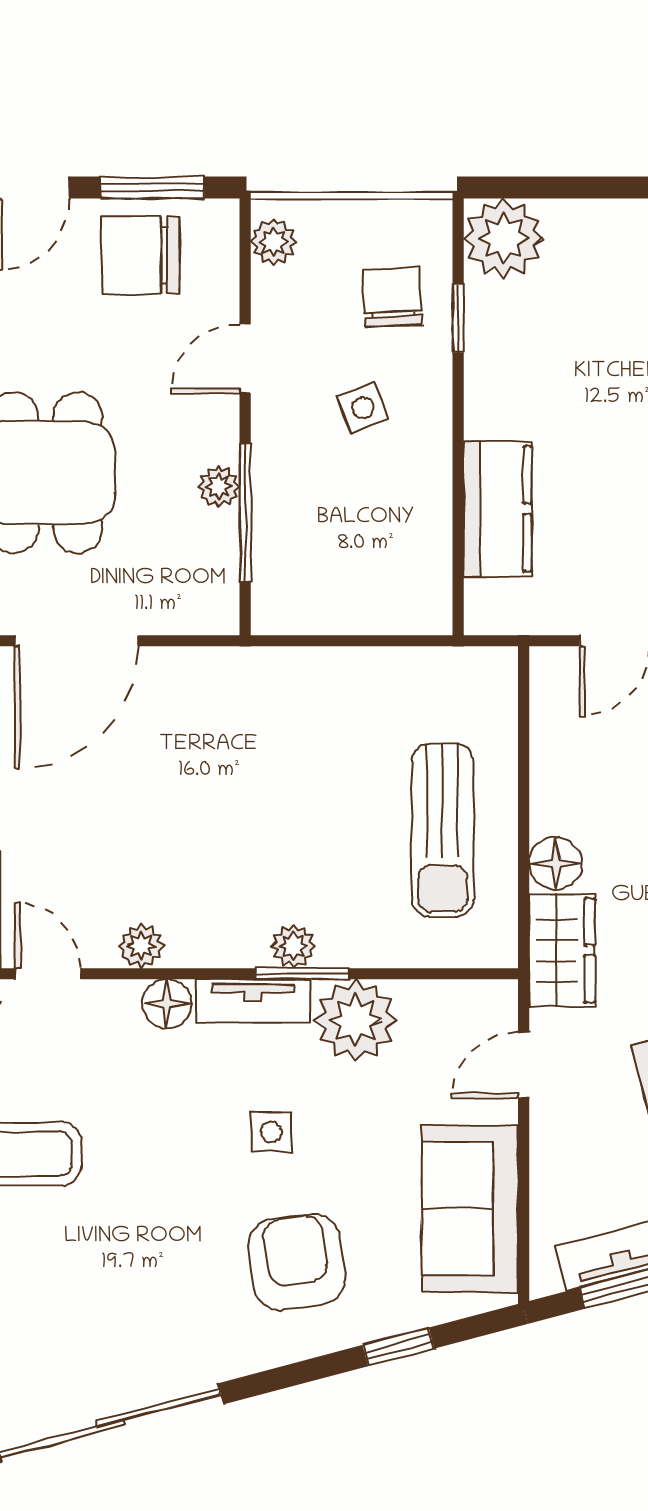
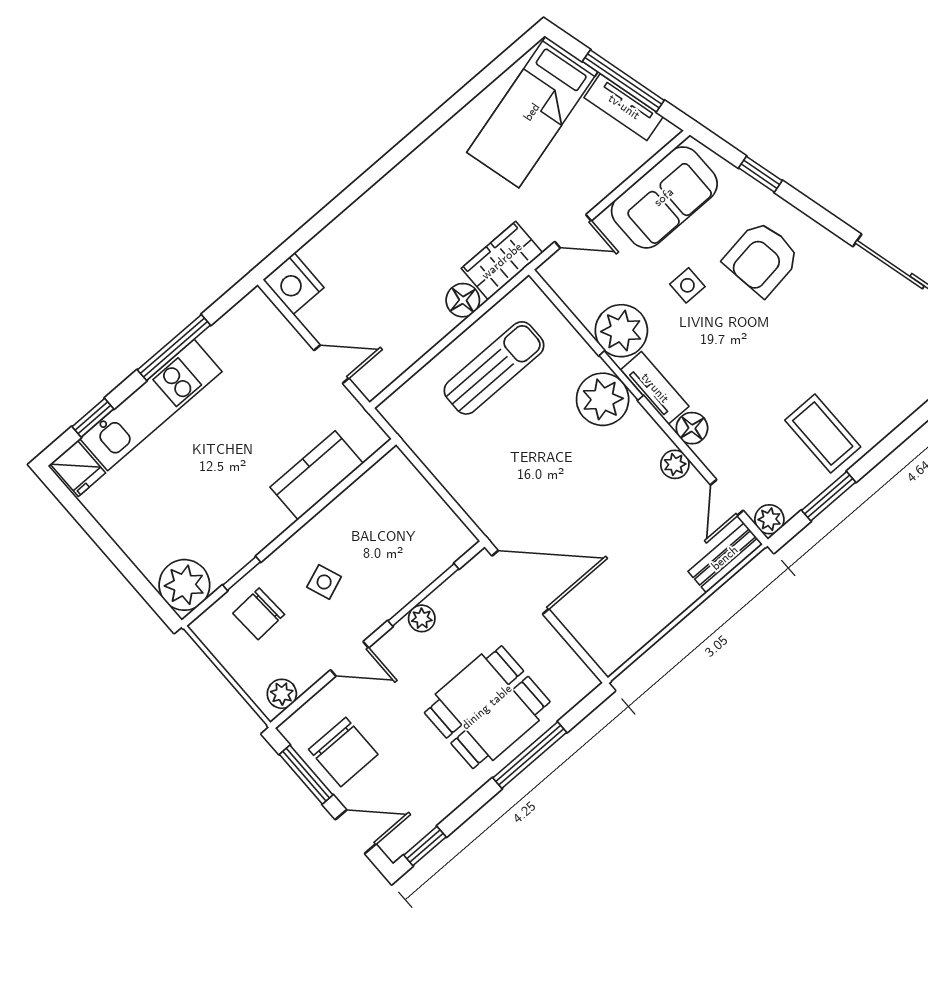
door: (76, 641) -> (520, 582), moved
plant: (293, 946) -> (603, 399), width x1.88, depth x1.88
side table: (271, 1132) -> (687, 285), moved

